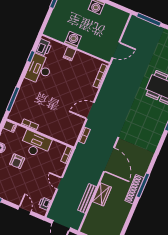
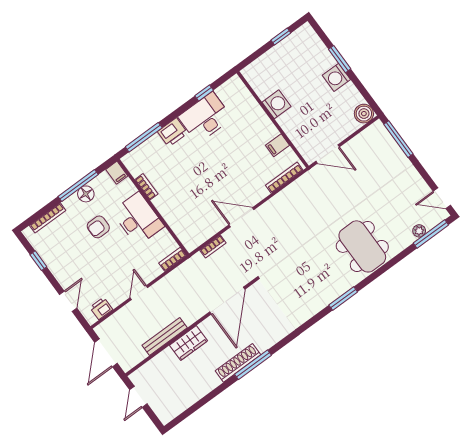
boiler: (122, 17) -> (364, 114), added
printer: (43, 48) -> (173, 132), moved
filing cabinet: (70, 54) -> (278, 145), moved

